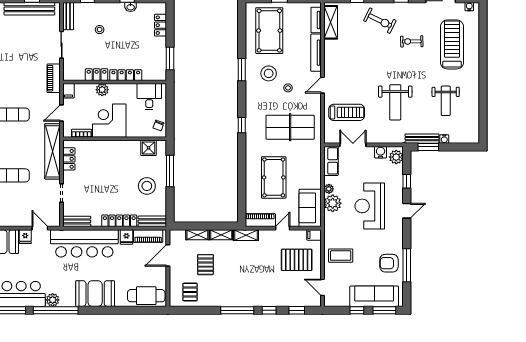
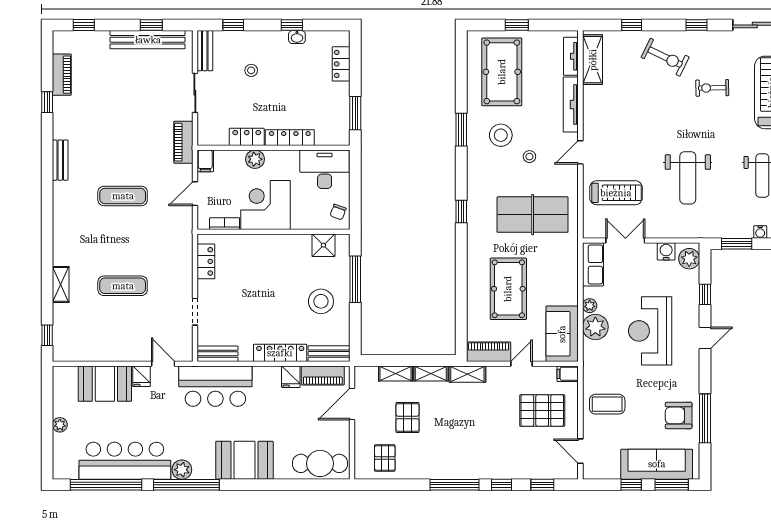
desk: (149, 97) -> (325, 169), width x1.37
bench: (422, 139) -> (727, 231), removed
shelving: (52, 151) -> (182, 250), removed
bar counter: (84, 243) -> (215, 386), width x0.73

